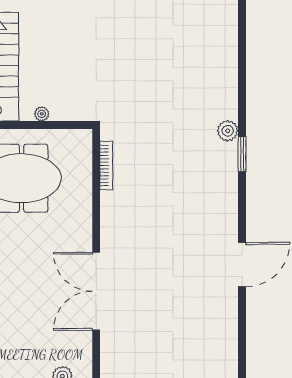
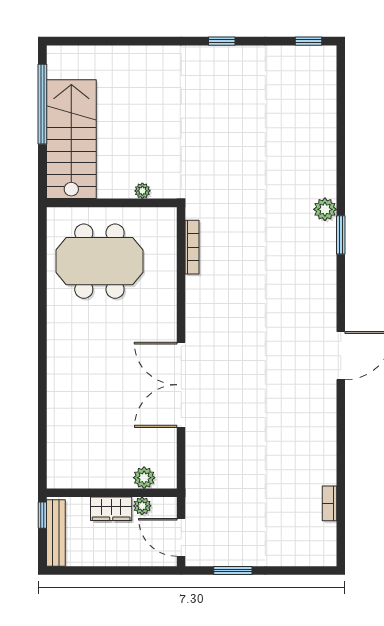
plant: (42, 114) -> (142, 191), moved

